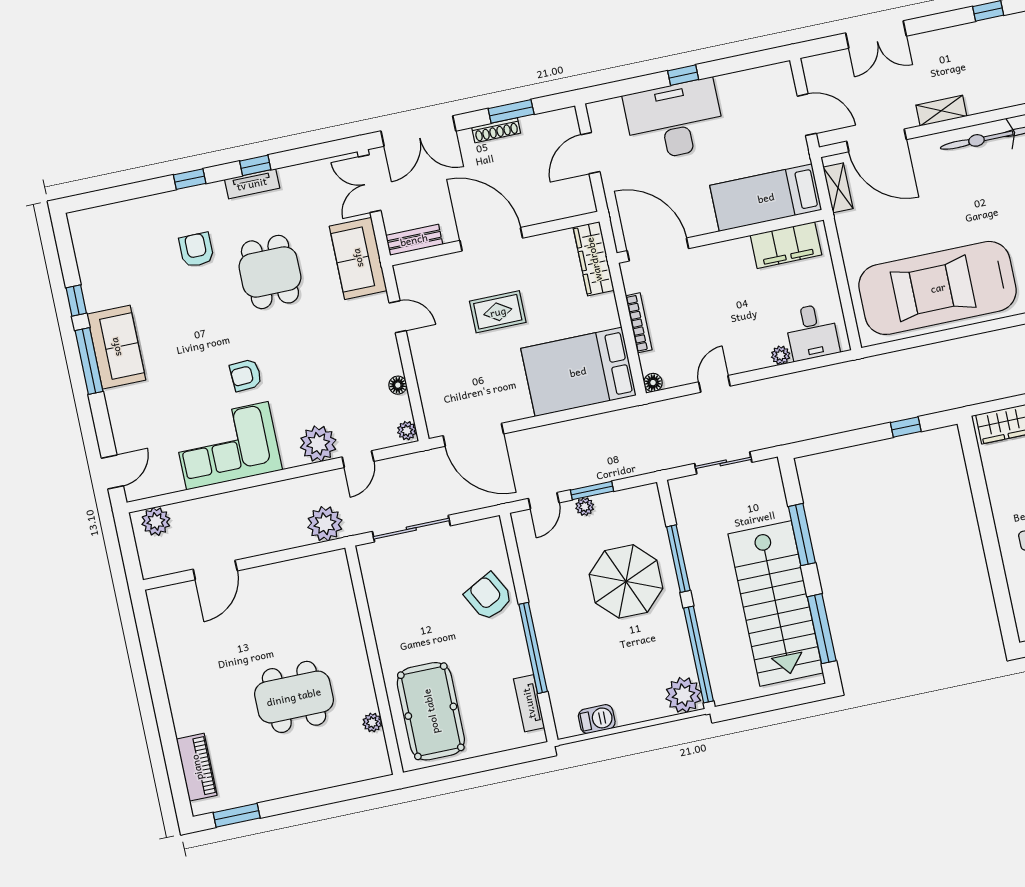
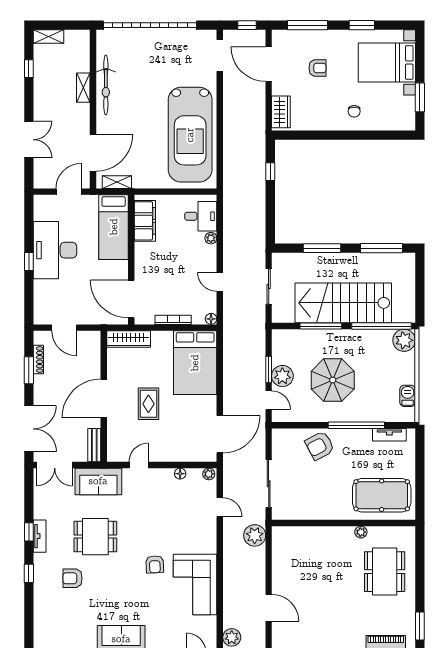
shelving: (941, 111) -> (83, 88), moved
desk: (674, 120) -> (55, 250), moved
shoe rack: (496, 130) -> (38, 360), moved
door: (658, 250) -> (131, 299), hinge flipped
plant: (318, 444) -> (205, 529), removed
plant: (585, 507) -> (282, 376), width x1.88, depth x1.88
parasol: (626, 581) -> (333, 380), moved
stairs: (776, 603) -> (343, 303), moved, turned 180
dining table: (294, 697) -> (385, 572), moved
plant: (372, 723) -> (361, 532), moved

